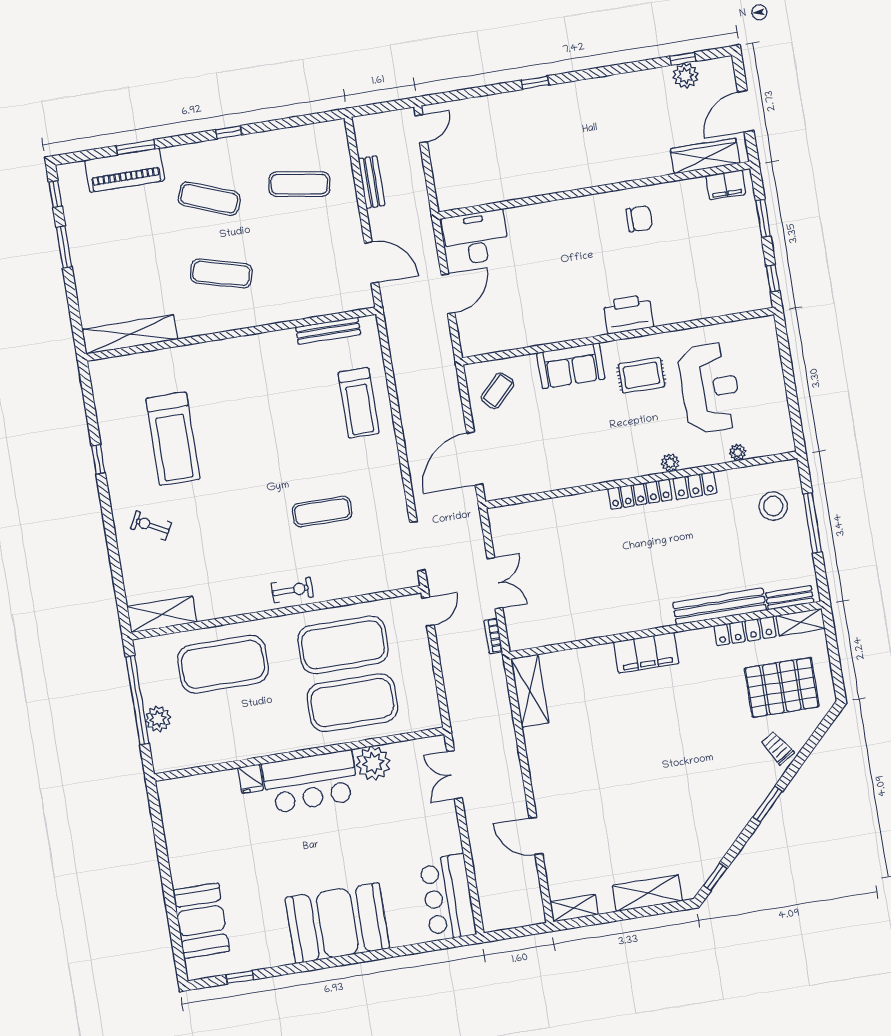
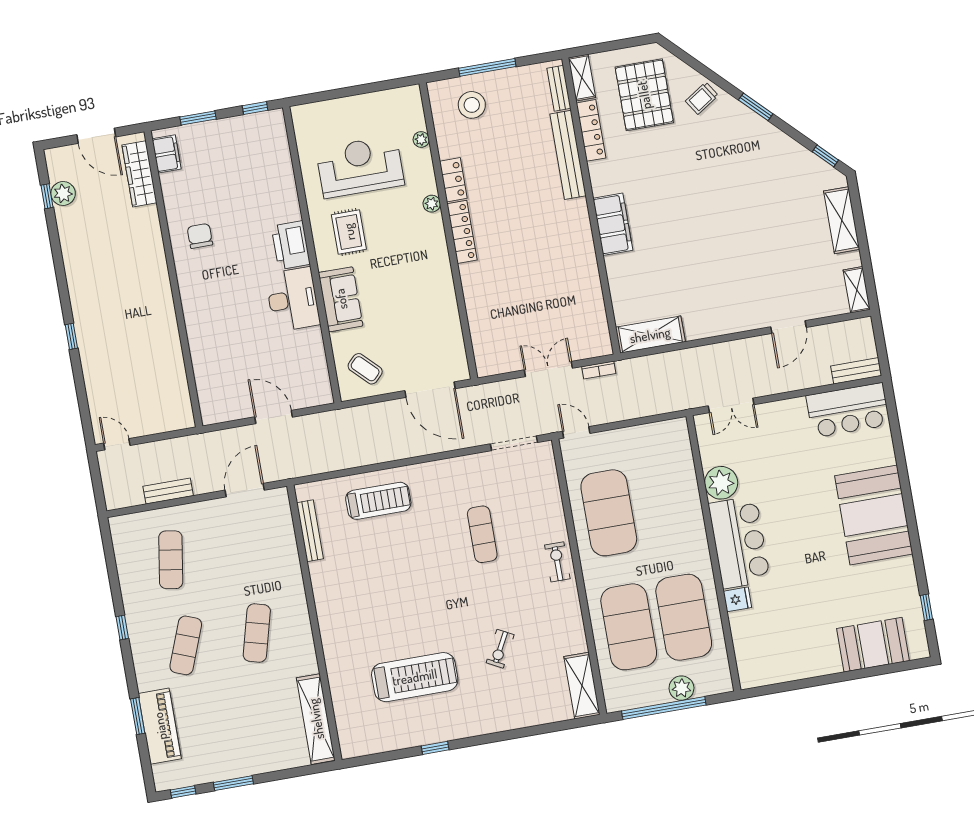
desk: (476, 238) -> (293, 299), moved, turned 180
exercise bike: (151, 526) -> (500, 649), moved
exercise mat: (352, 703) -> (684, 617), moved
bench: (489, 906) -> (856, 371), added

